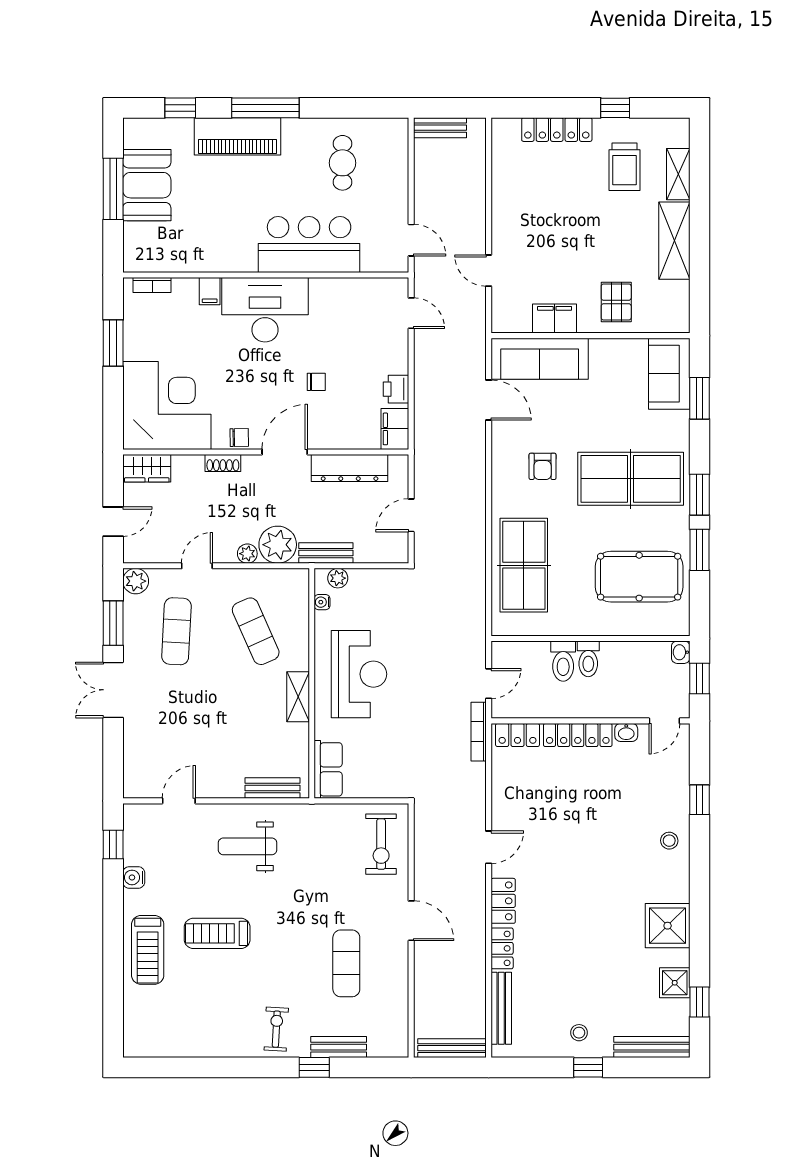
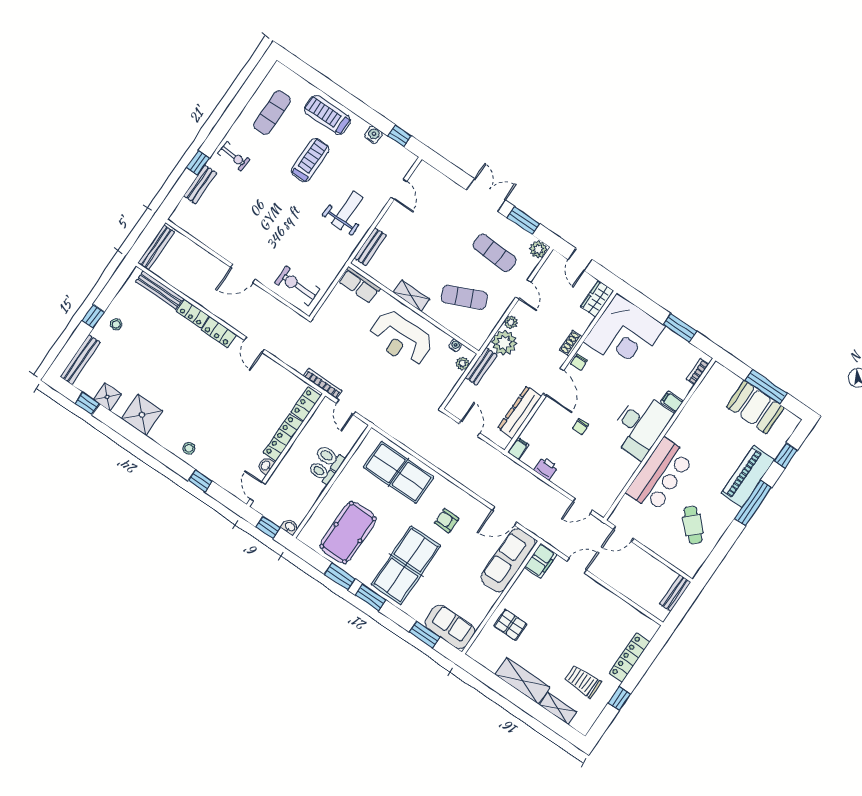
cafe table: (343, 163) -> (693, 525), turned 46
filing cabinet: (555, 319) -> (541, 561), moved
filing cabinet: (395, 429) -> (518, 449), width x0.50
exercise mat: (346, 963) -> (272, 112), moved, turned 90

